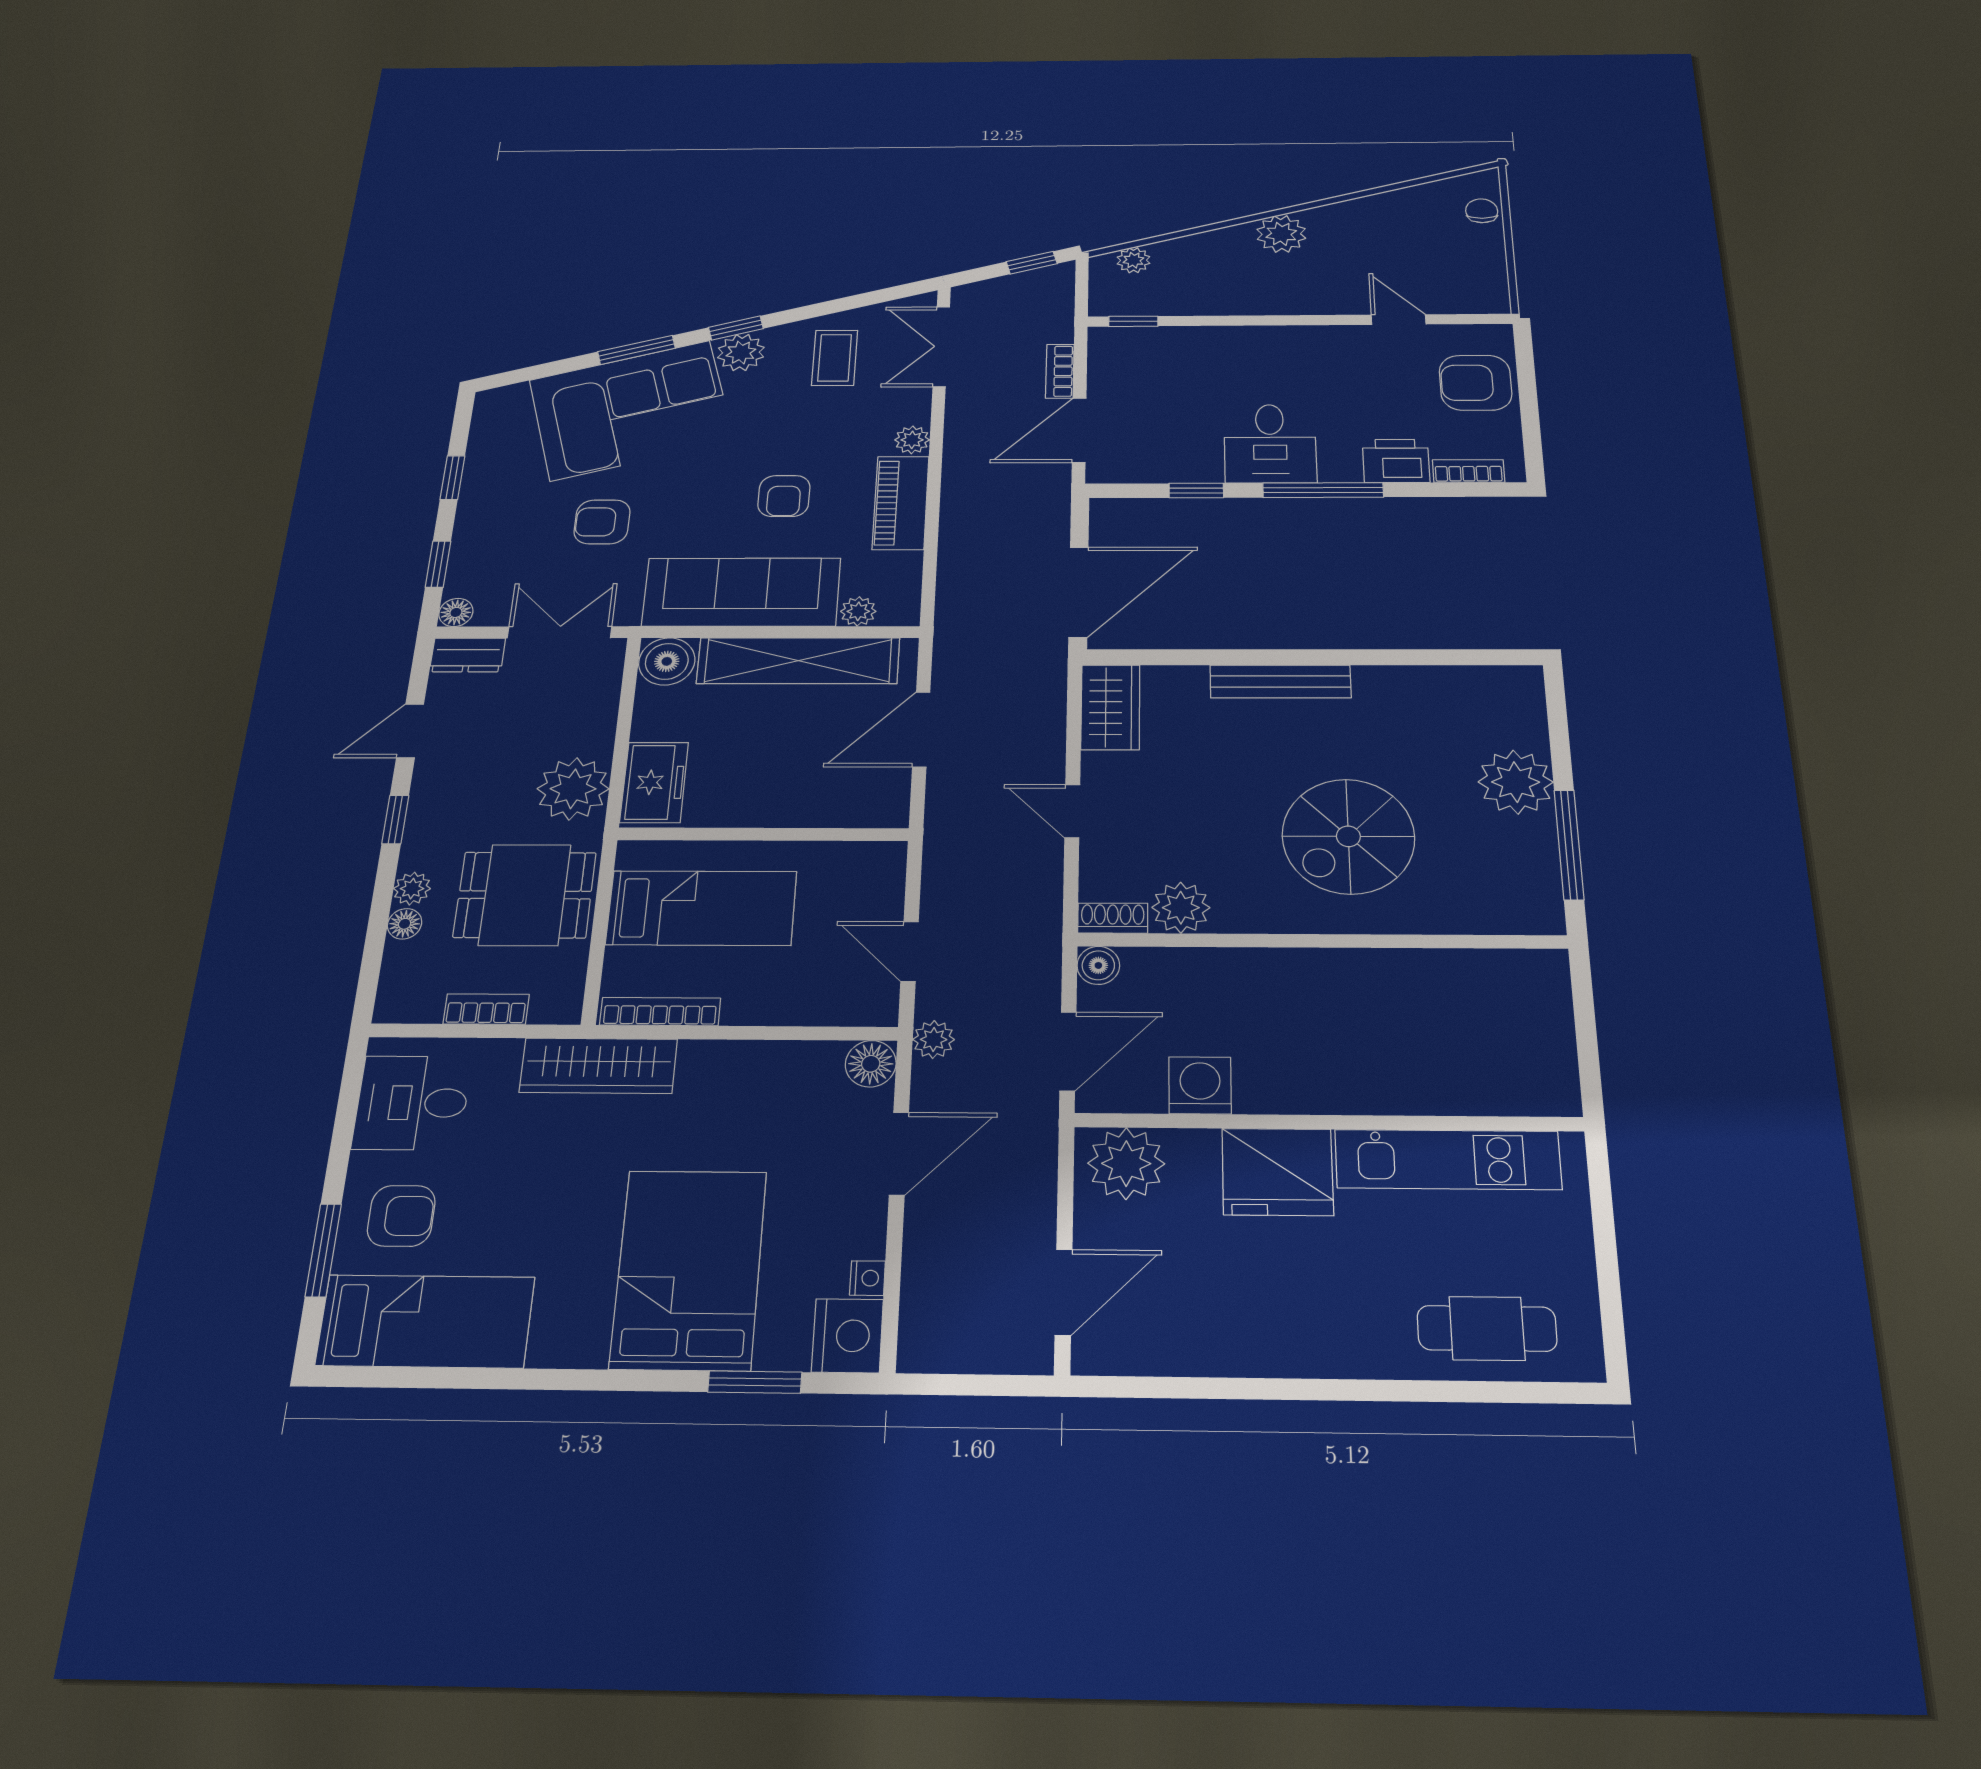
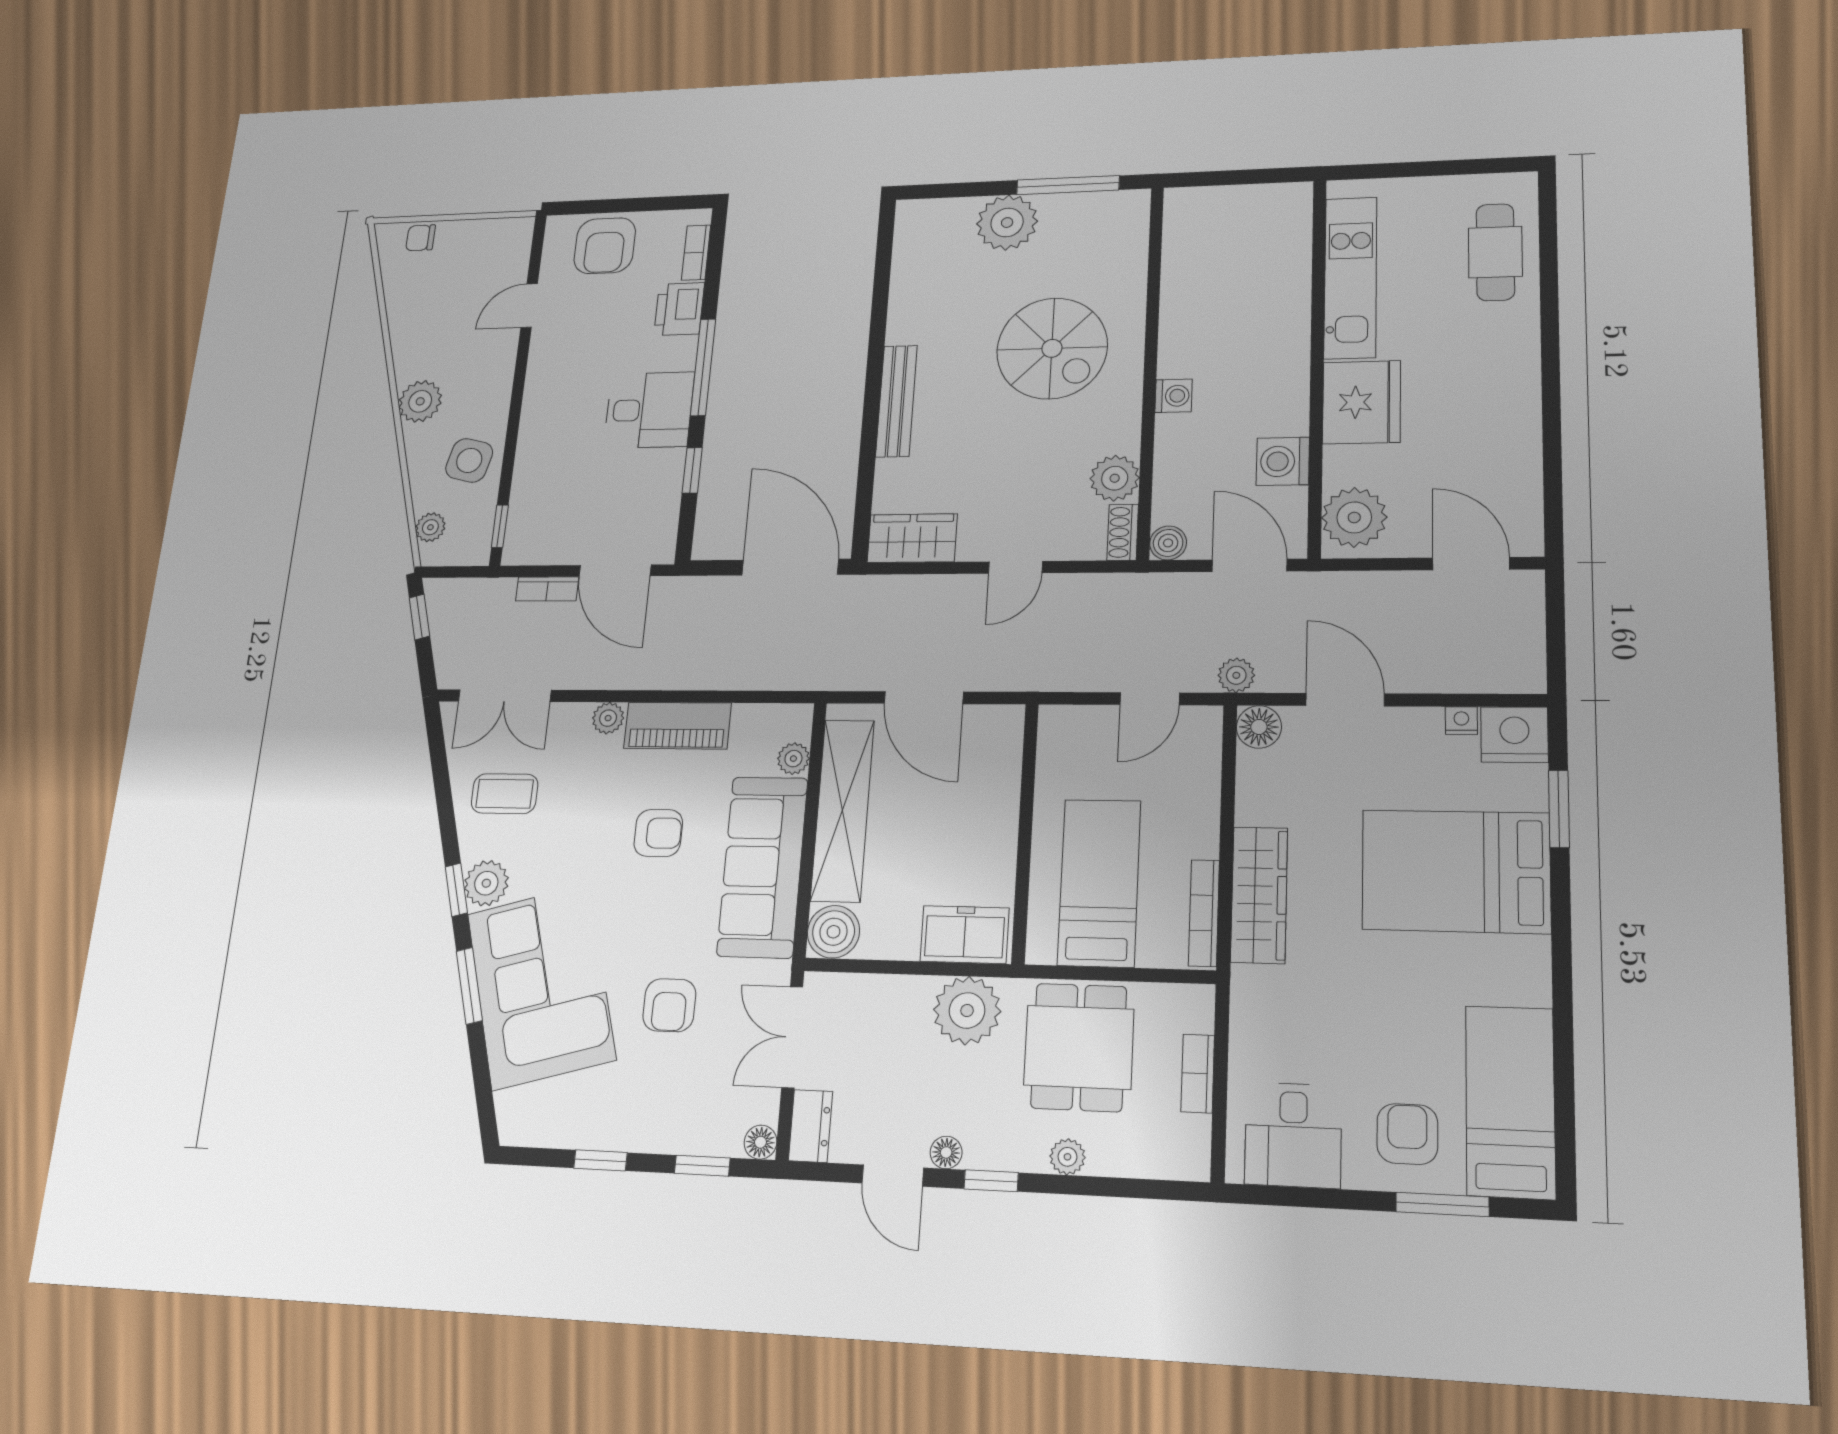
side table: (1211, 286) -> (469, 460), added
floor lamp: (405, 924) -> (946, 1152), moved
washing machine: (1286, 967) -> (1174, 396), added
wardrobe: (598, 1066) -> (1259, 895), moved

